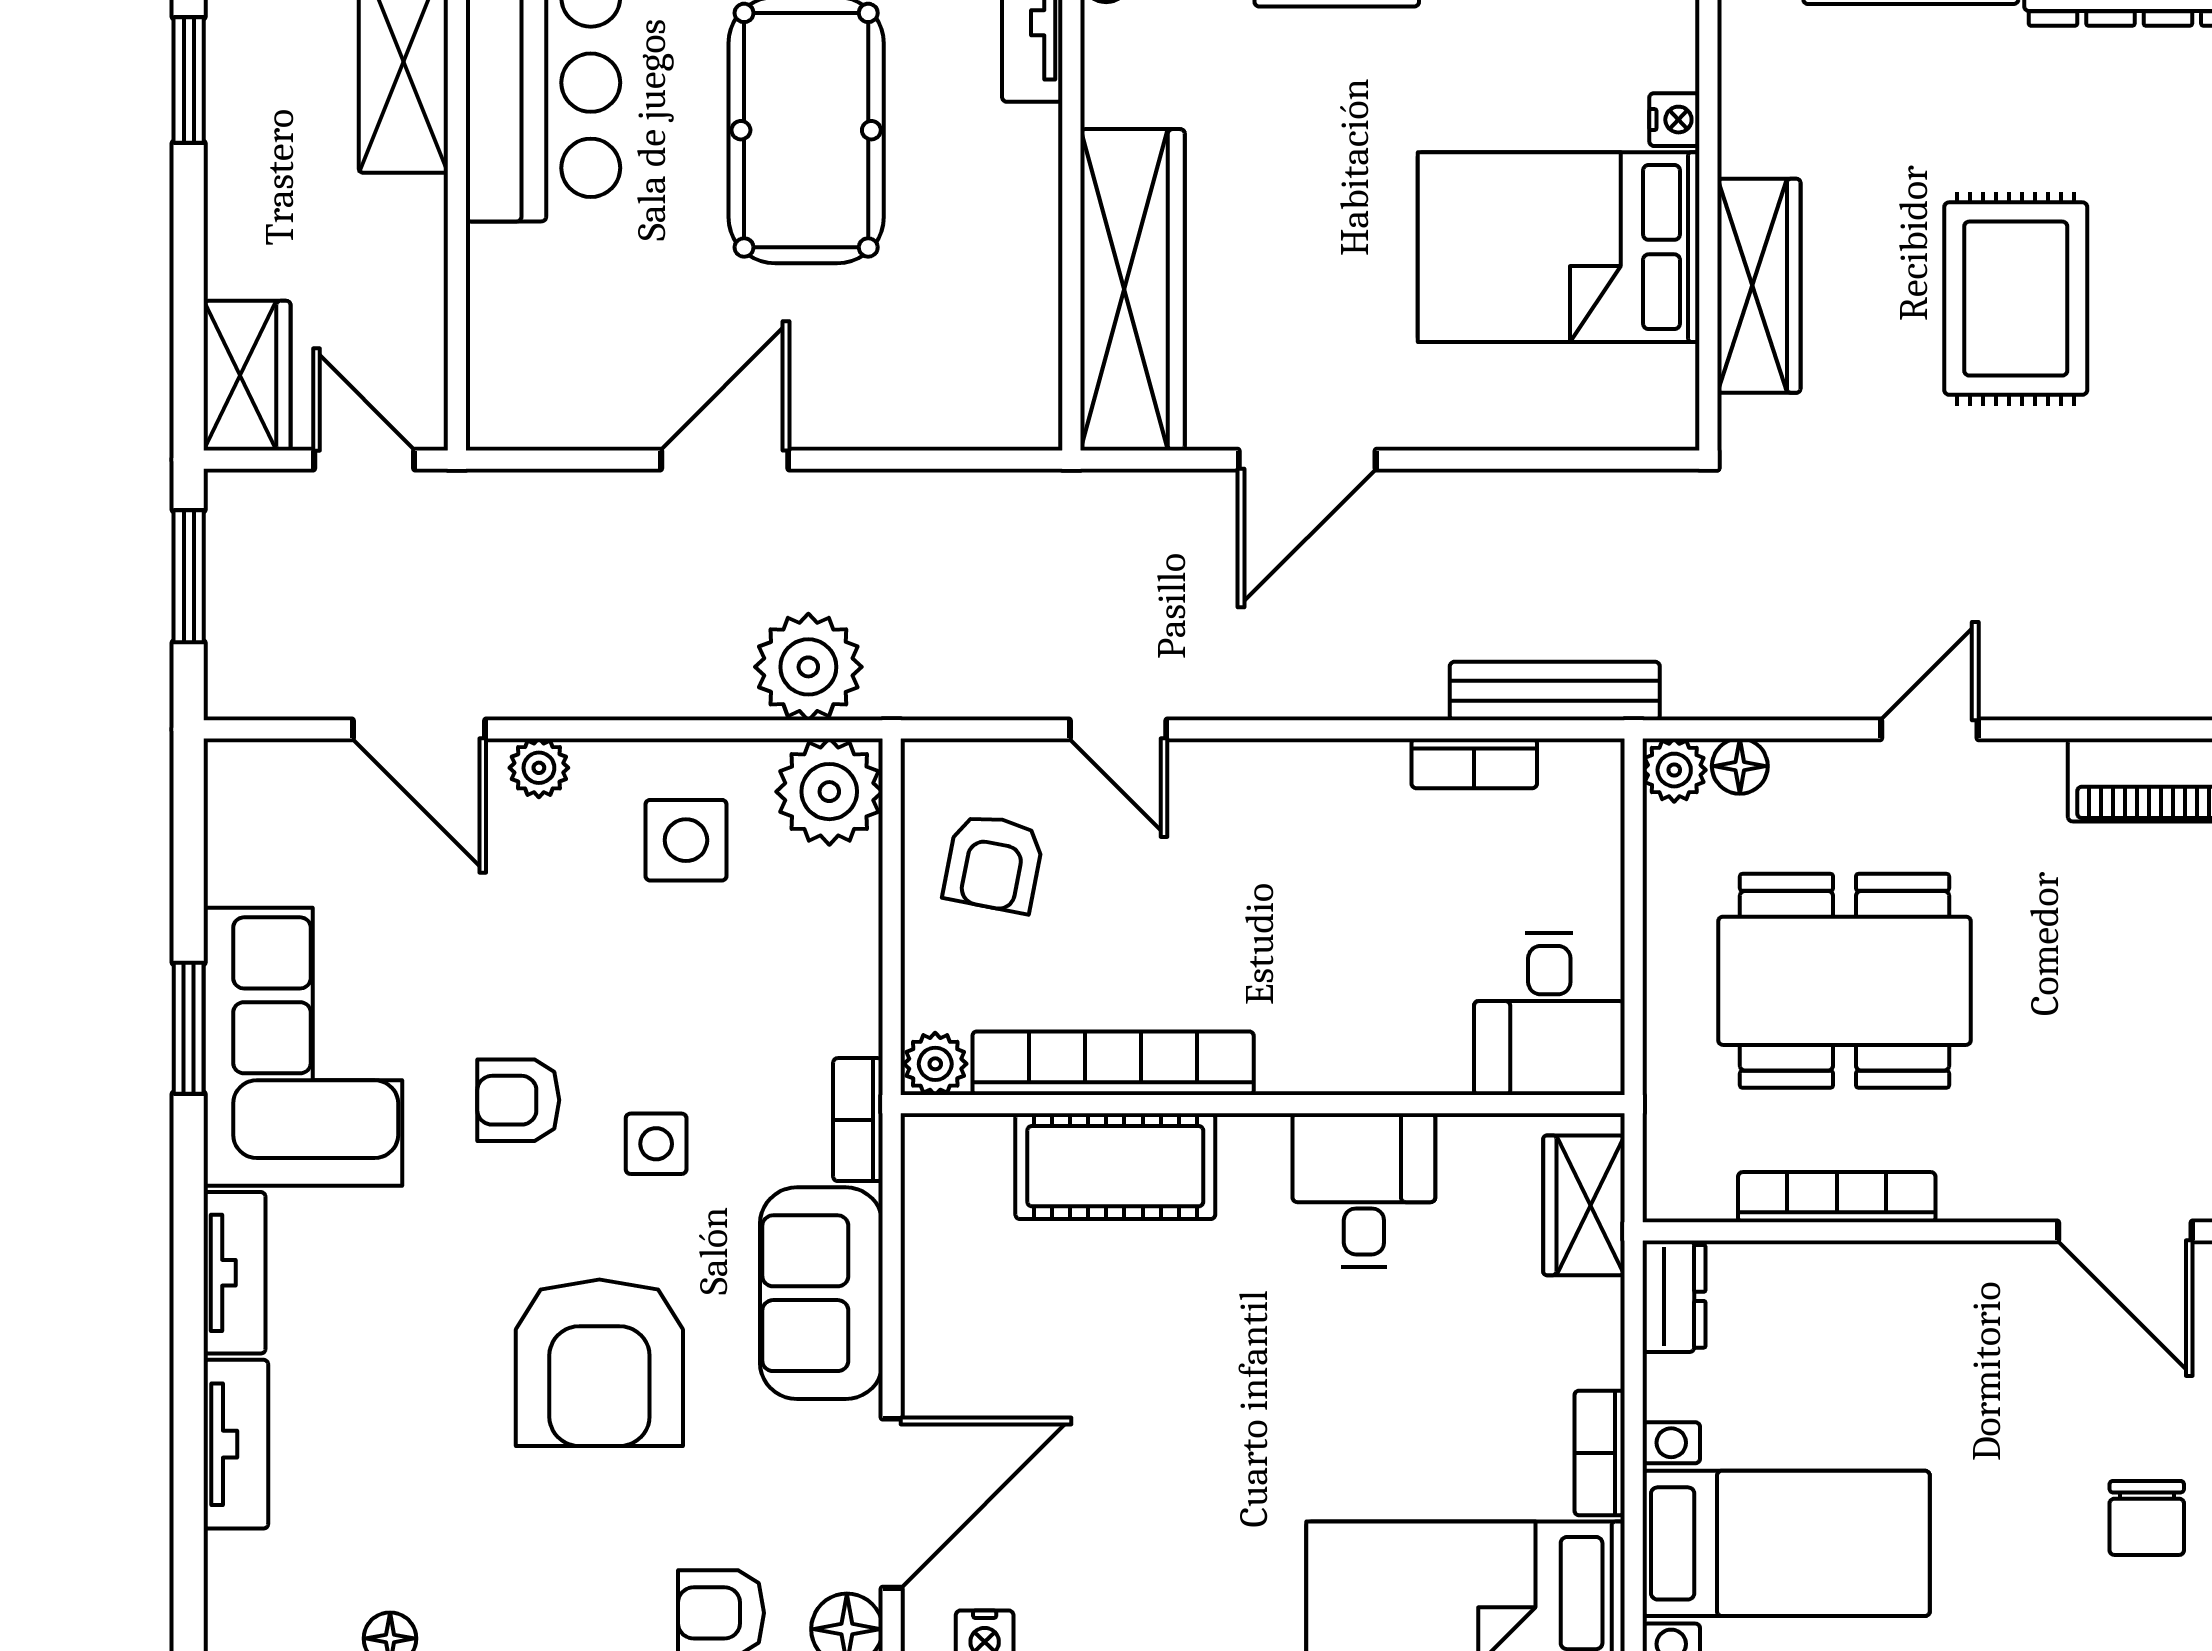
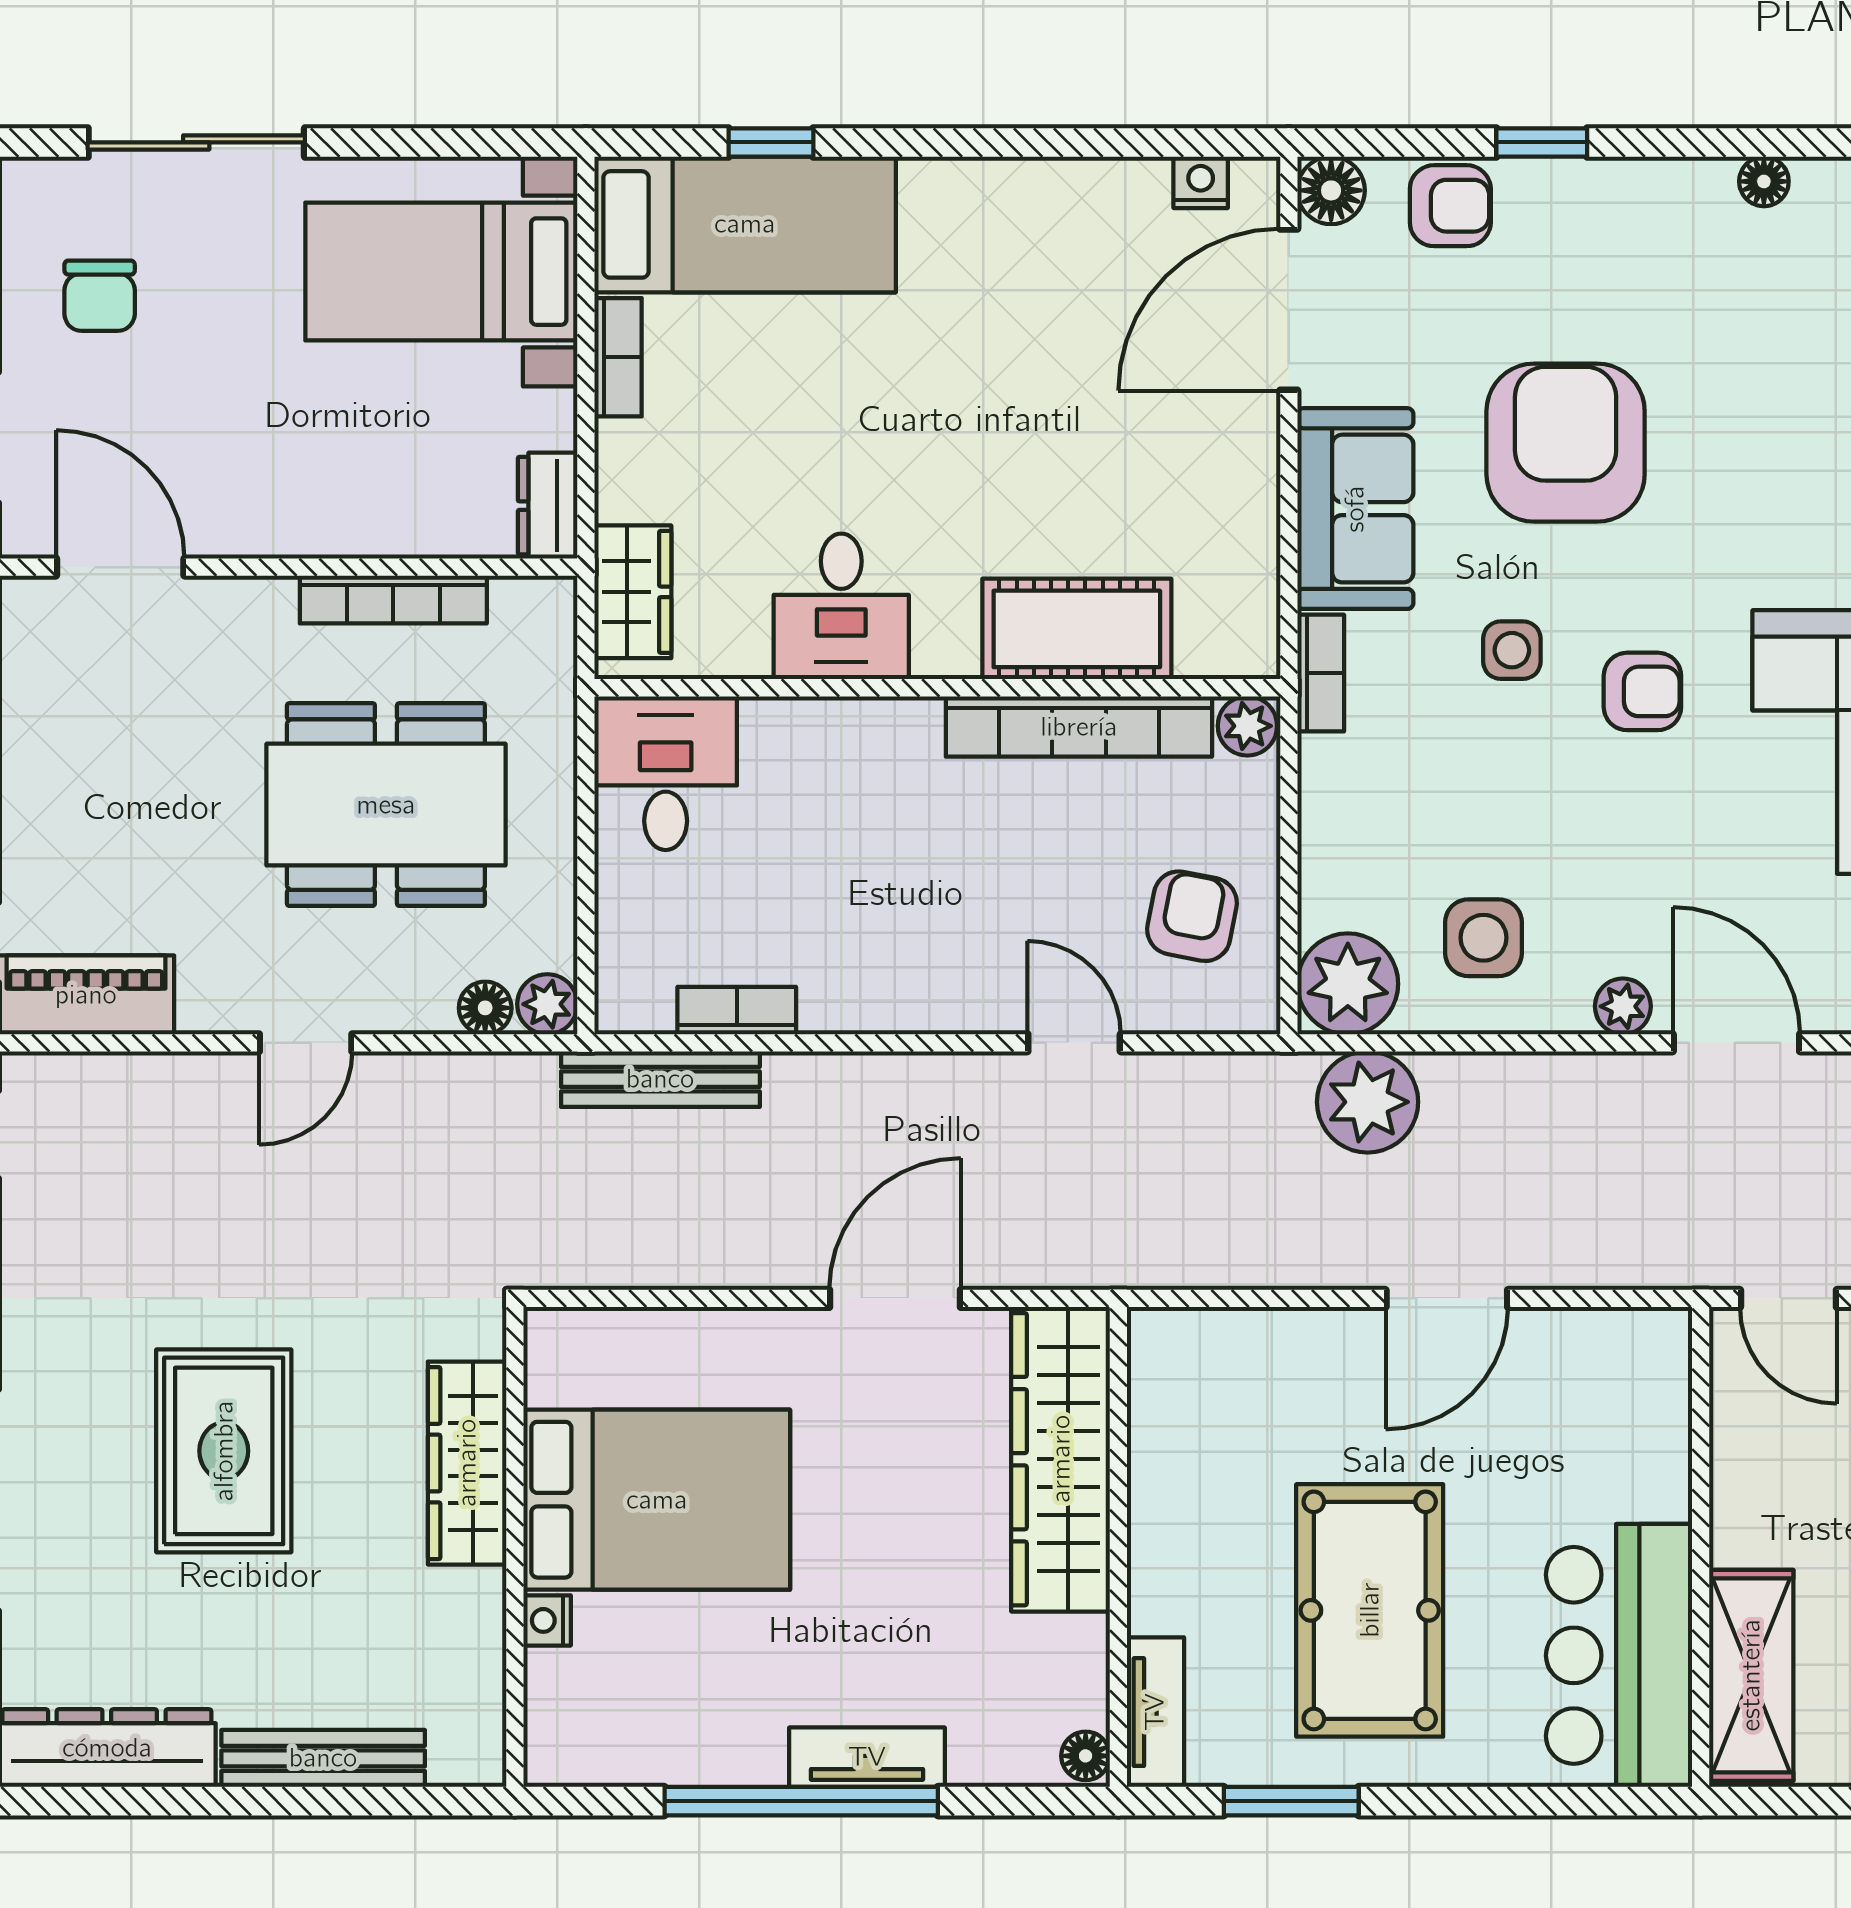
chair: (2147, 1518) -> (100, 296), turned 180

